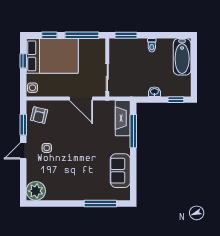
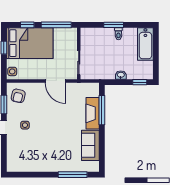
window: (126, 35) -> (114, 25), moved
fireplace: (123, 118) -> (93, 113), moved
plant: (36, 191) -> (15, 163), removed

